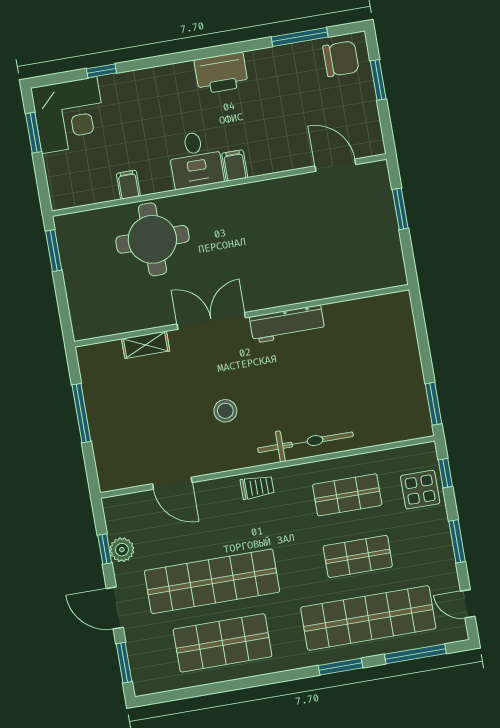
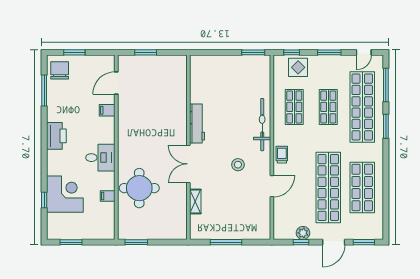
corner desk: (69, 115) -> (65, 194), moved
filing cabinet: (235, 165) -> (107, 110), moved
door: (172, 483) -> (272, 186), moved

